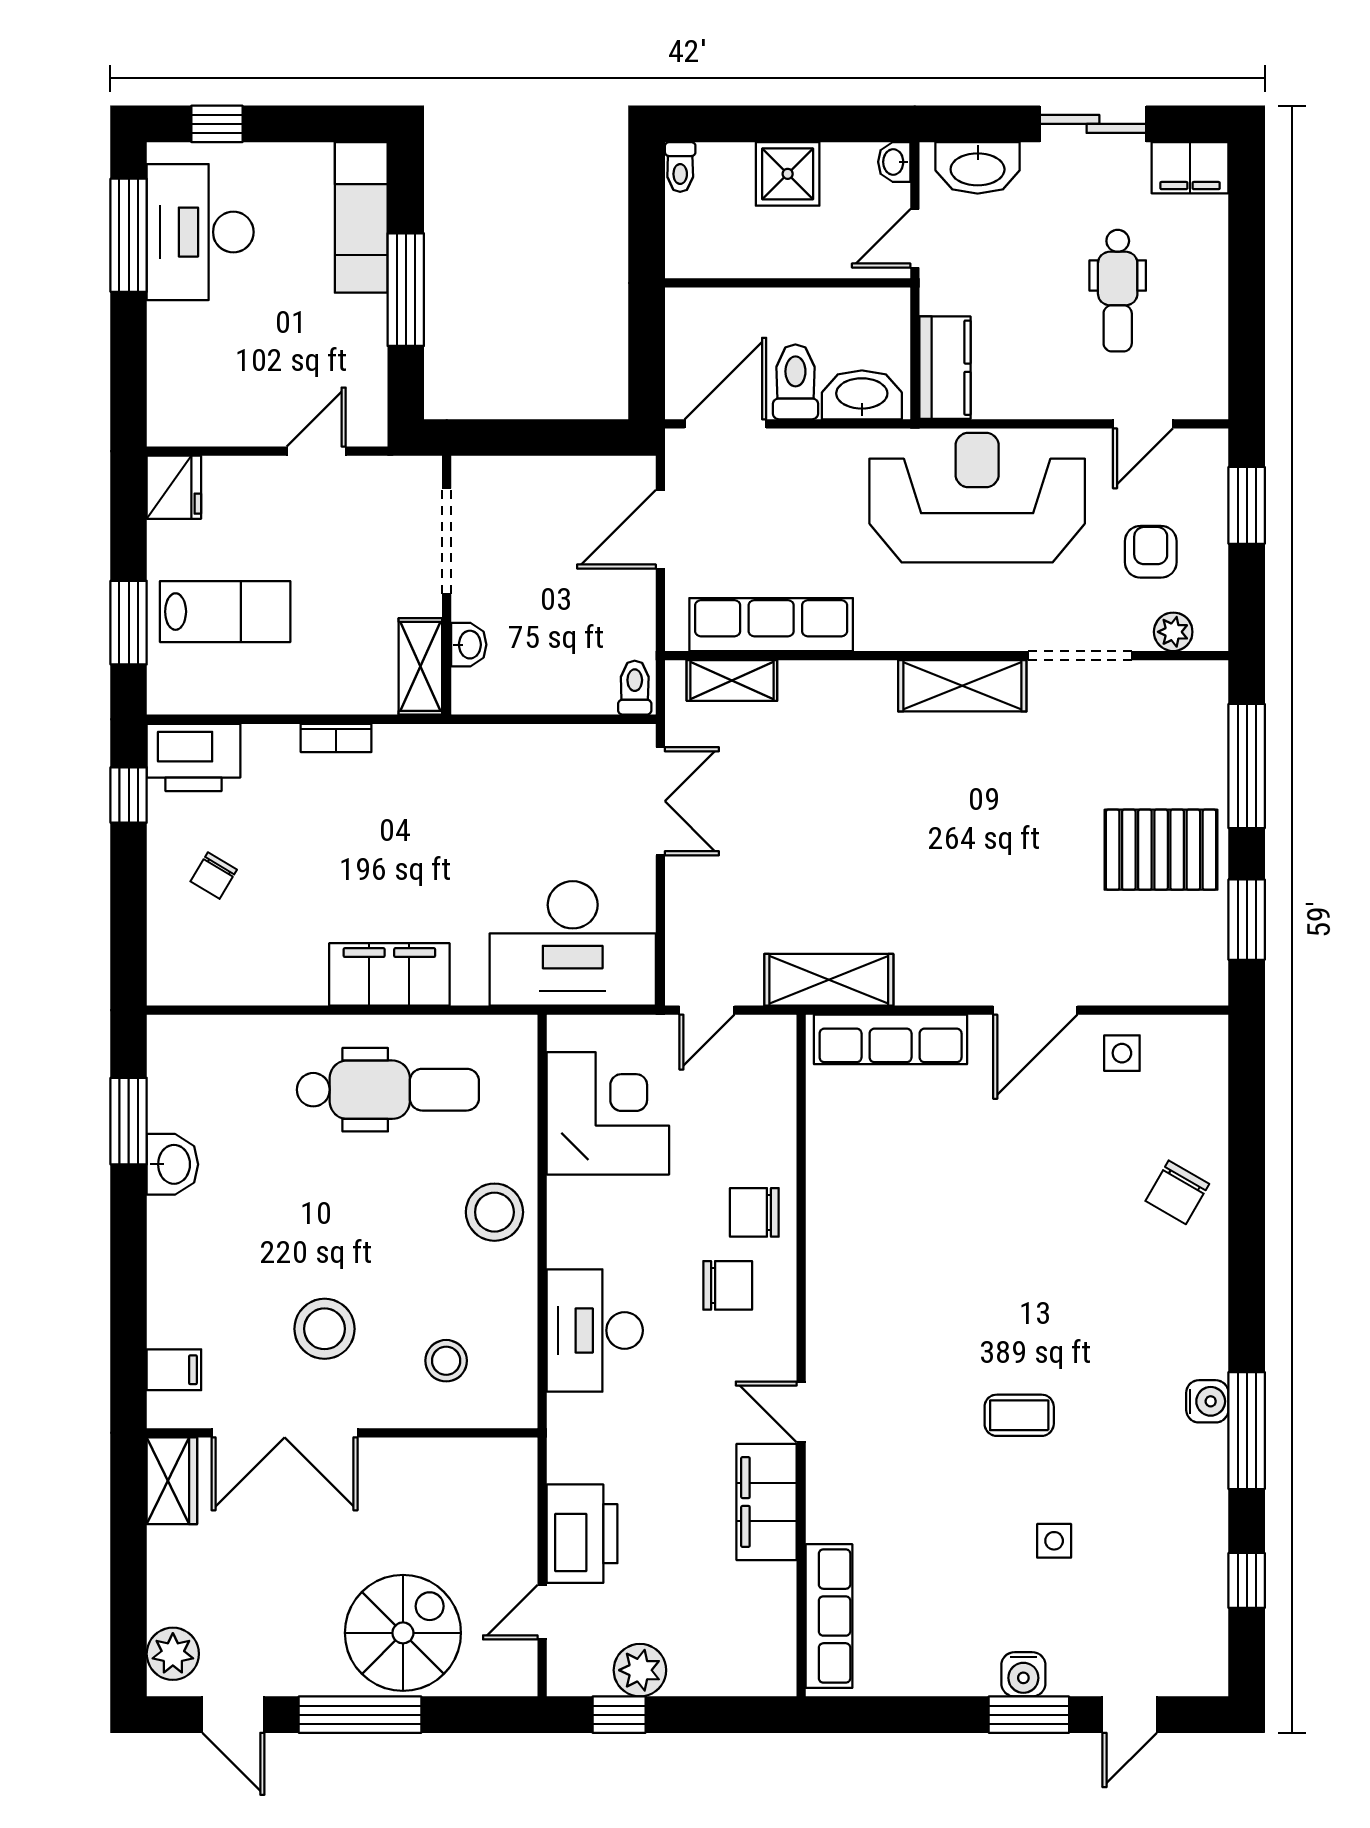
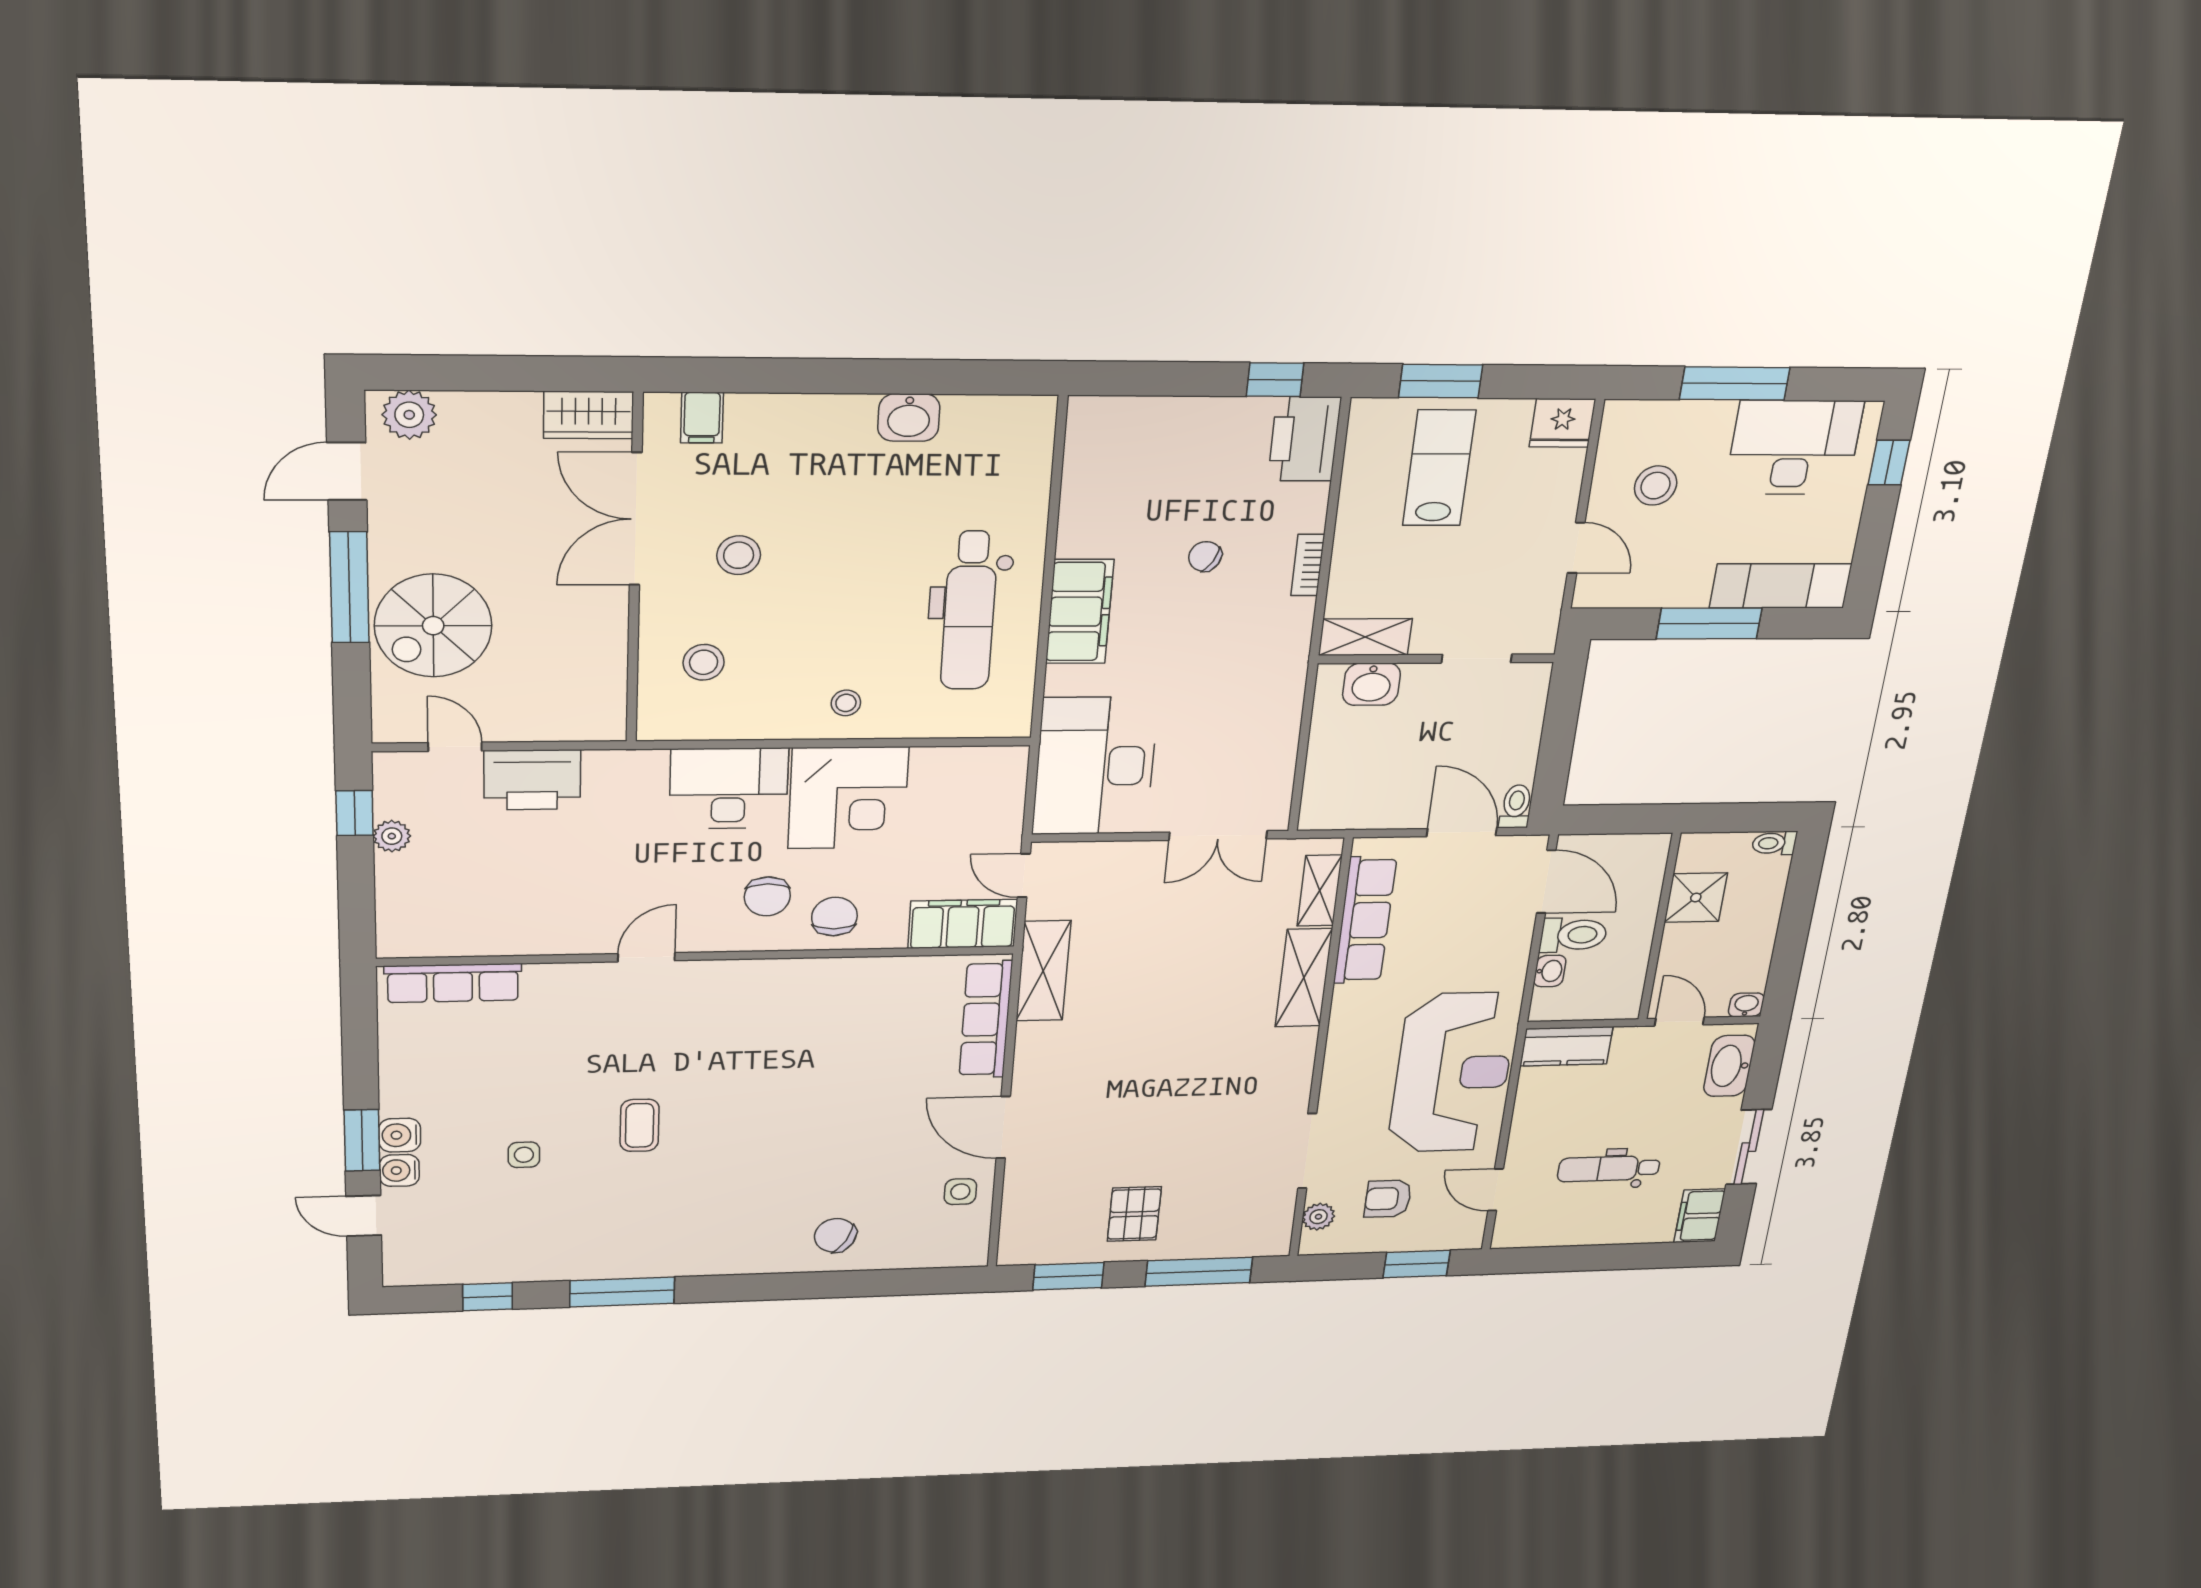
shower: (788, 174) -> (1696, 898), moved
window: (129, 235) -> (1735, 383), moved
stool: (244, 376) -> (1656, 486), added
washbasin: (862, 395) -> (1550, 971), width x0.52, depth x0.69
doorway: (447, 541) -> (1477, 659), width x0.73
armchair: (1151, 552) -> (1388, 1199), turned 180
lab bench: (225, 612) -> (1439, 468), turned 180
washbasin: (469, 645) -> (1371, 684), width x1.38, depth x1.45
shelving: (962, 686) -> (1304, 978), moved
toilet: (635, 688) -> (1516, 806), moved, turned -90
pallet: (1161, 850) -> (1134, 1214), width x0.67, depth x0.71
chair: (214, 876) -> (1205, 556), moved
corner desk: (608, 1113) -> (848, 798), moved
window: (129, 1121) -> (954, 377), removed
stool: (494, 1212) -> (846, 703), width x0.53, depth x0.53
stool: (325, 1329) -> (739, 555), width x0.73, depth x0.73
water cooler: (1207, 1401) -> (399, 1170), moved, turned 90
filing cabinet: (767, 1502) -> (963, 924), moved
spiral stairs: (403, 1633) -> (433, 626), turned 90
plant: (640, 1670) -> (392, 836), width x0.73, depth x0.73

